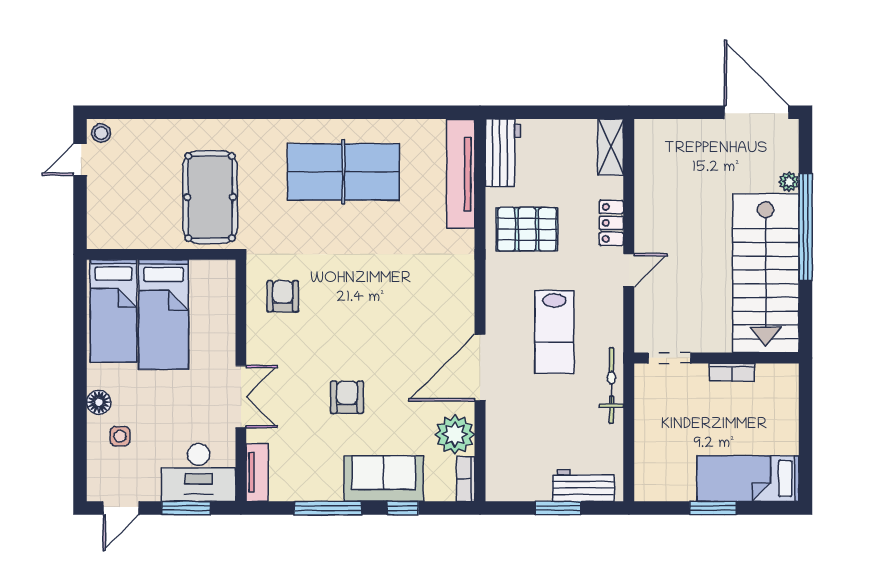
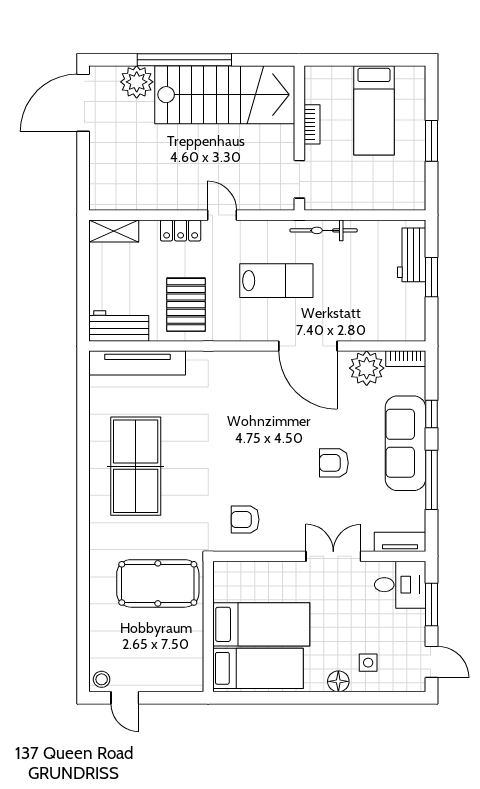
plant: (789, 182) -> (137, 82), width x1.87, depth x1.87
desk: (199, 472) -> (400, 585), width x0.73
sofa: (384, 479) -> (405, 443), width x1.36
bed: (748, 479) -> (374, 110), moved

